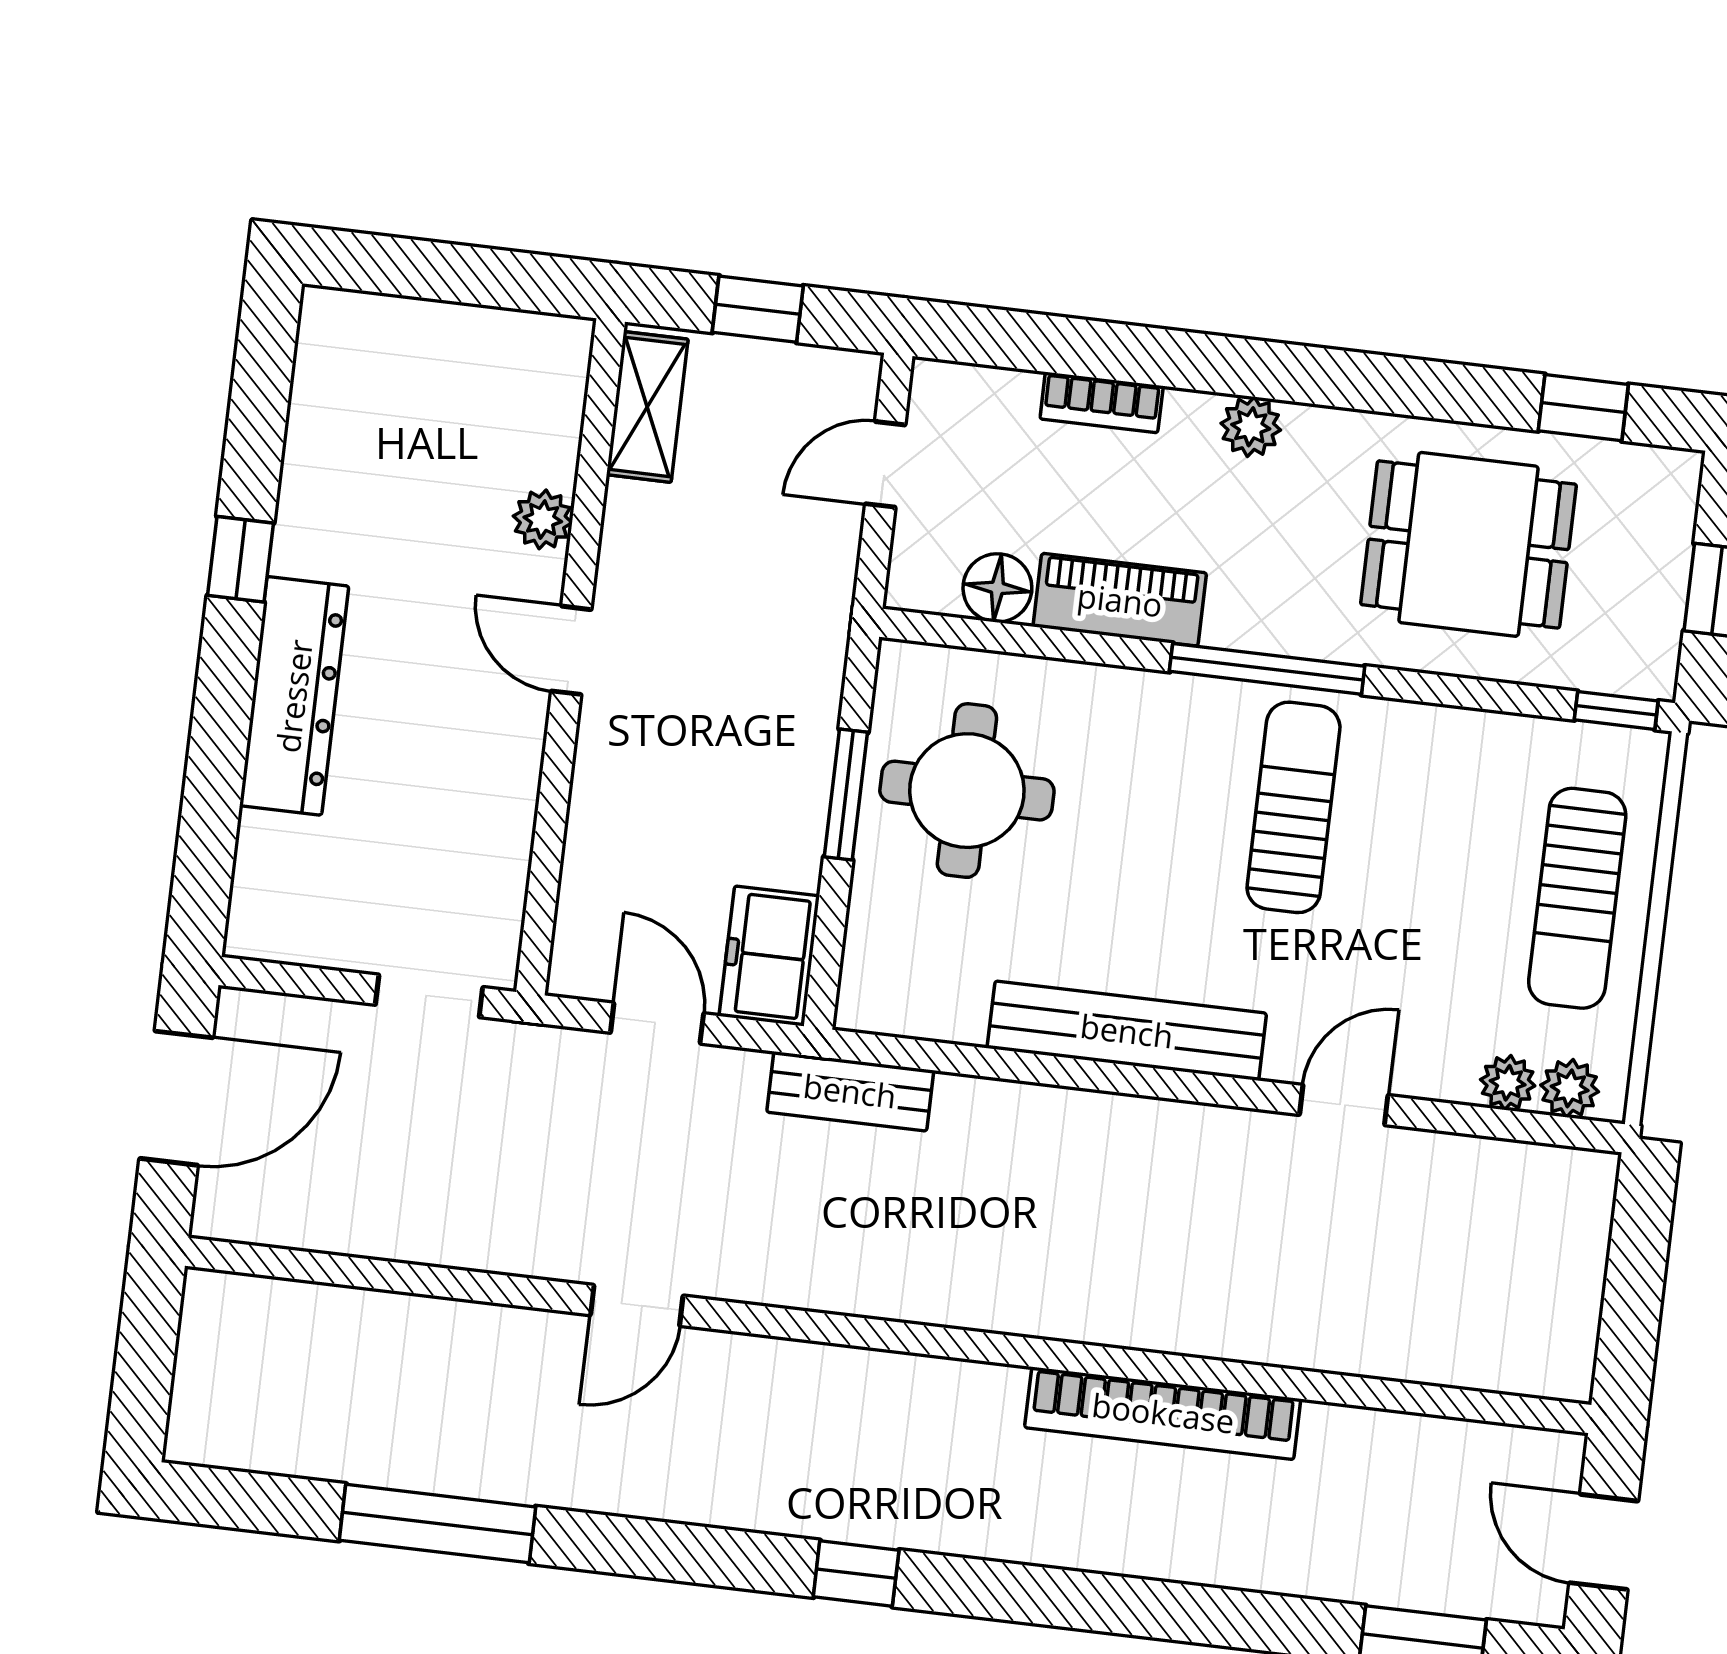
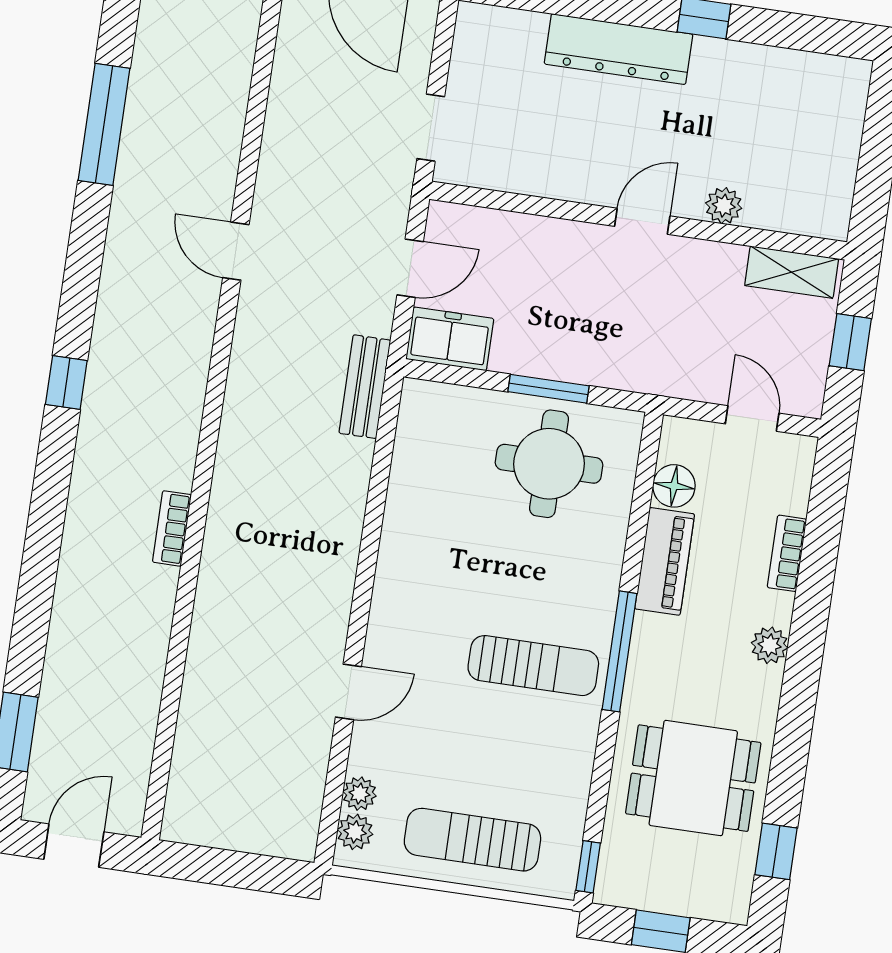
dining table: (1468, 544) -> (693, 778), turned 90
bench: (1127, 1031) -> (398, 559), removed
door: (1344, 1105) -> (348, 692), hinge flipped
bookcase: (1163, 1413) -> (172, 528), width x0.43, depth x0.76

